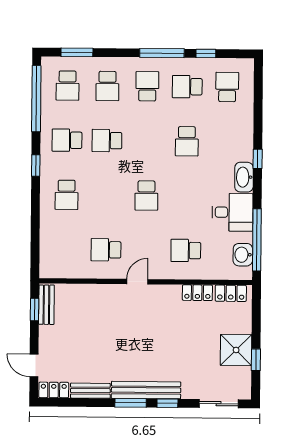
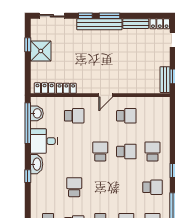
school desk: (107, 141) -> (126, 152), moved

